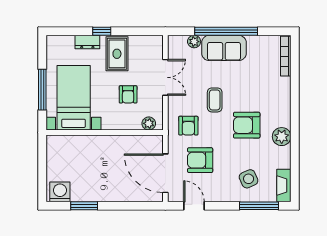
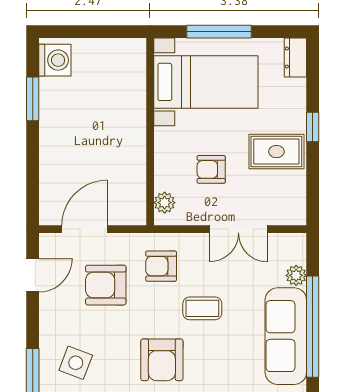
dresser: (87, 42) -> (295, 58), moved
sofa: (224, 48) -> (286, 336), width x1.36
armchair: (247, 125) -> (162, 360), turned 180
armchair: (200, 160) -> (106, 285), turned -90
door: (165, 173) -> (85, 229), width x0.73
side table: (249, 179) -> (76, 363), turned 45

